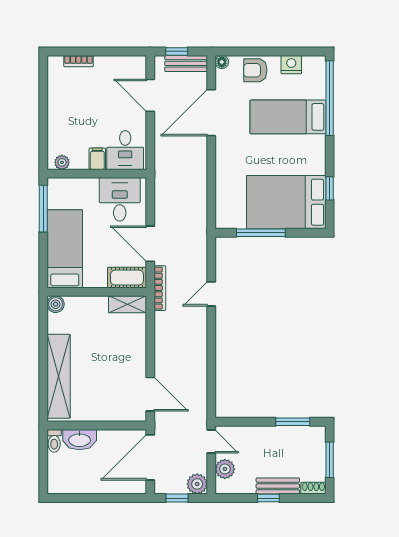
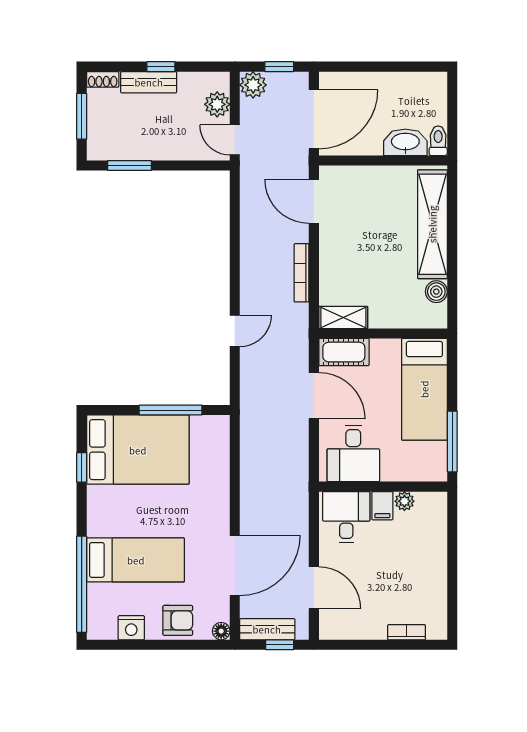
plant: (62, 162) -> (404, 501), moved
bookcase: (160, 288) -> (301, 273), moved
boiler: (56, 304) -> (436, 292), moved

